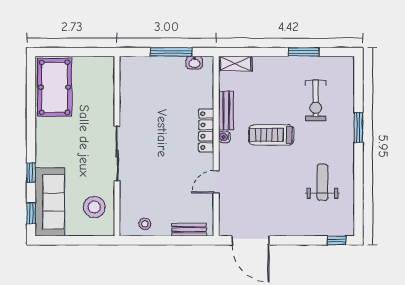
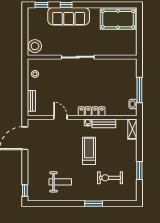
sofa: (50, 202) -> (69, 16), moved
stool: (94, 207) -> (35, 46), moved

